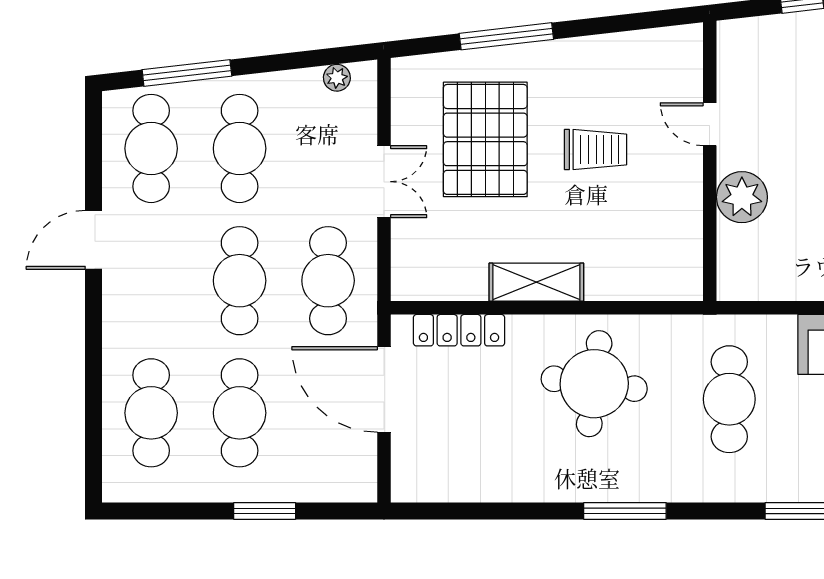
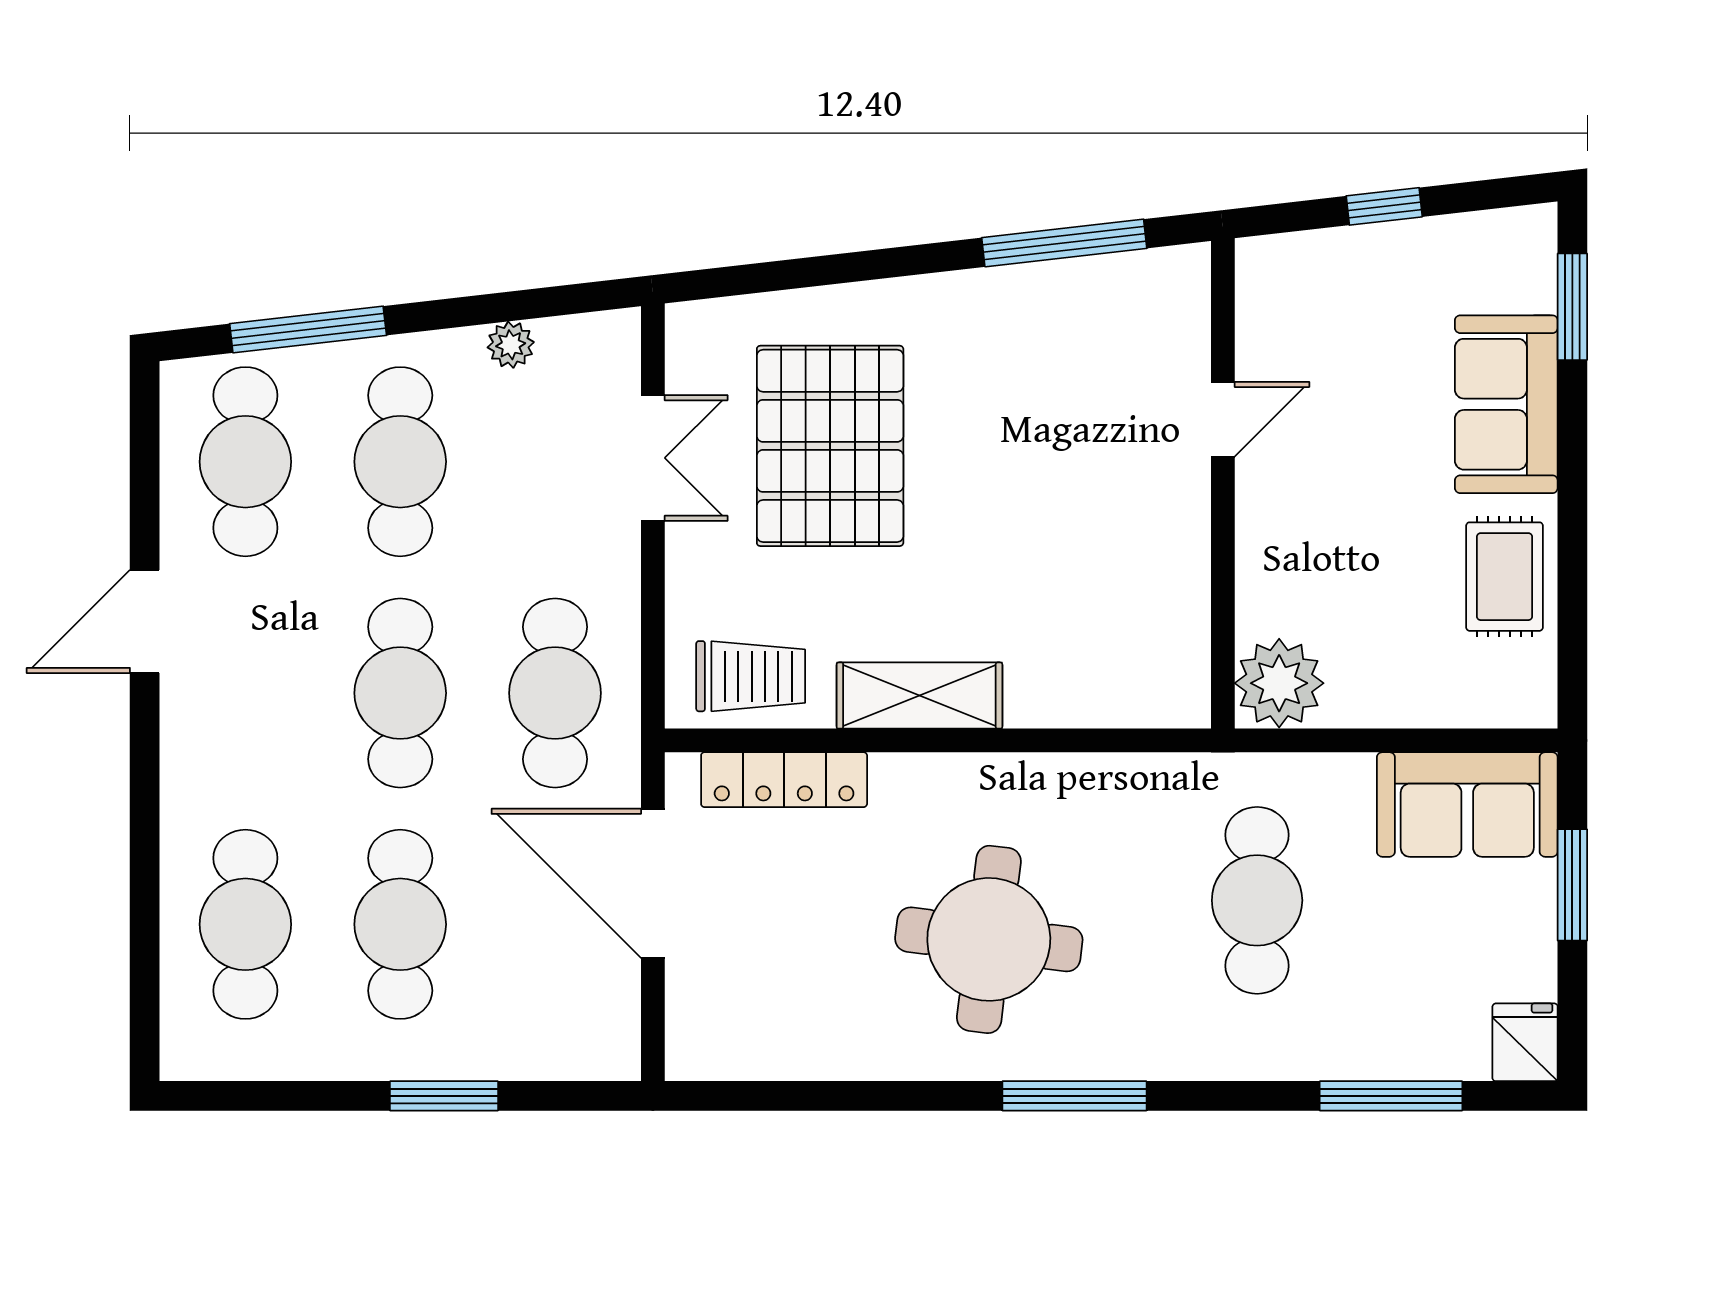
window: (506, 36) -> (1064, 243), moved
plant: (337, 78) -> (511, 345), moved
door: (710, 124) -> (1223, 419), swing flipped
trolley: (595, 149) -> (751, 676), moved
double door: (384, 182) -> (653, 458), moved
plant: (742, 197) -> (1279, 683), moved
round table: (594, 384) -> (989, 939), moved

